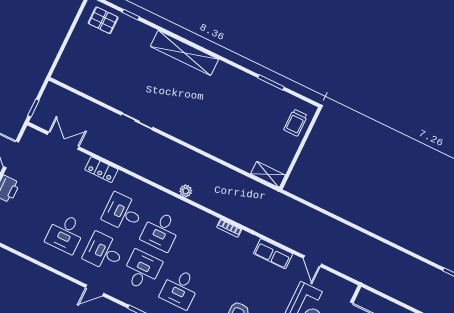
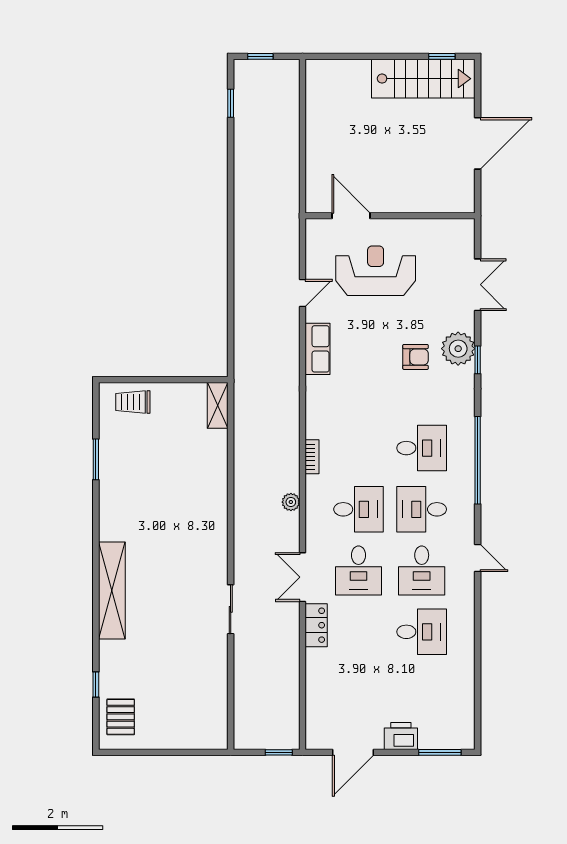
trolley: (296, 123) -> (133, 402), turned 180
double door: (63, 141) -> (303, 577), moved
bookcase: (229, 228) -> (312, 457), moved

